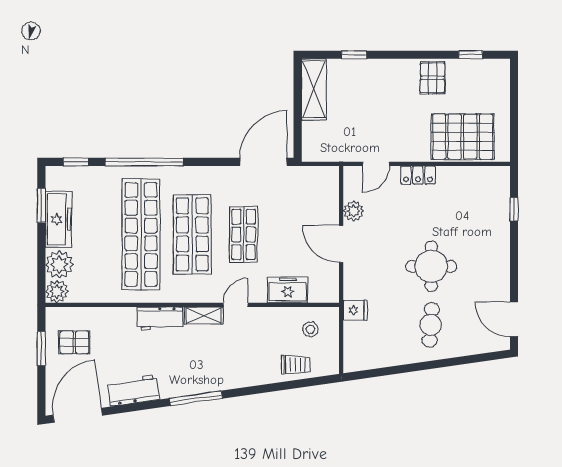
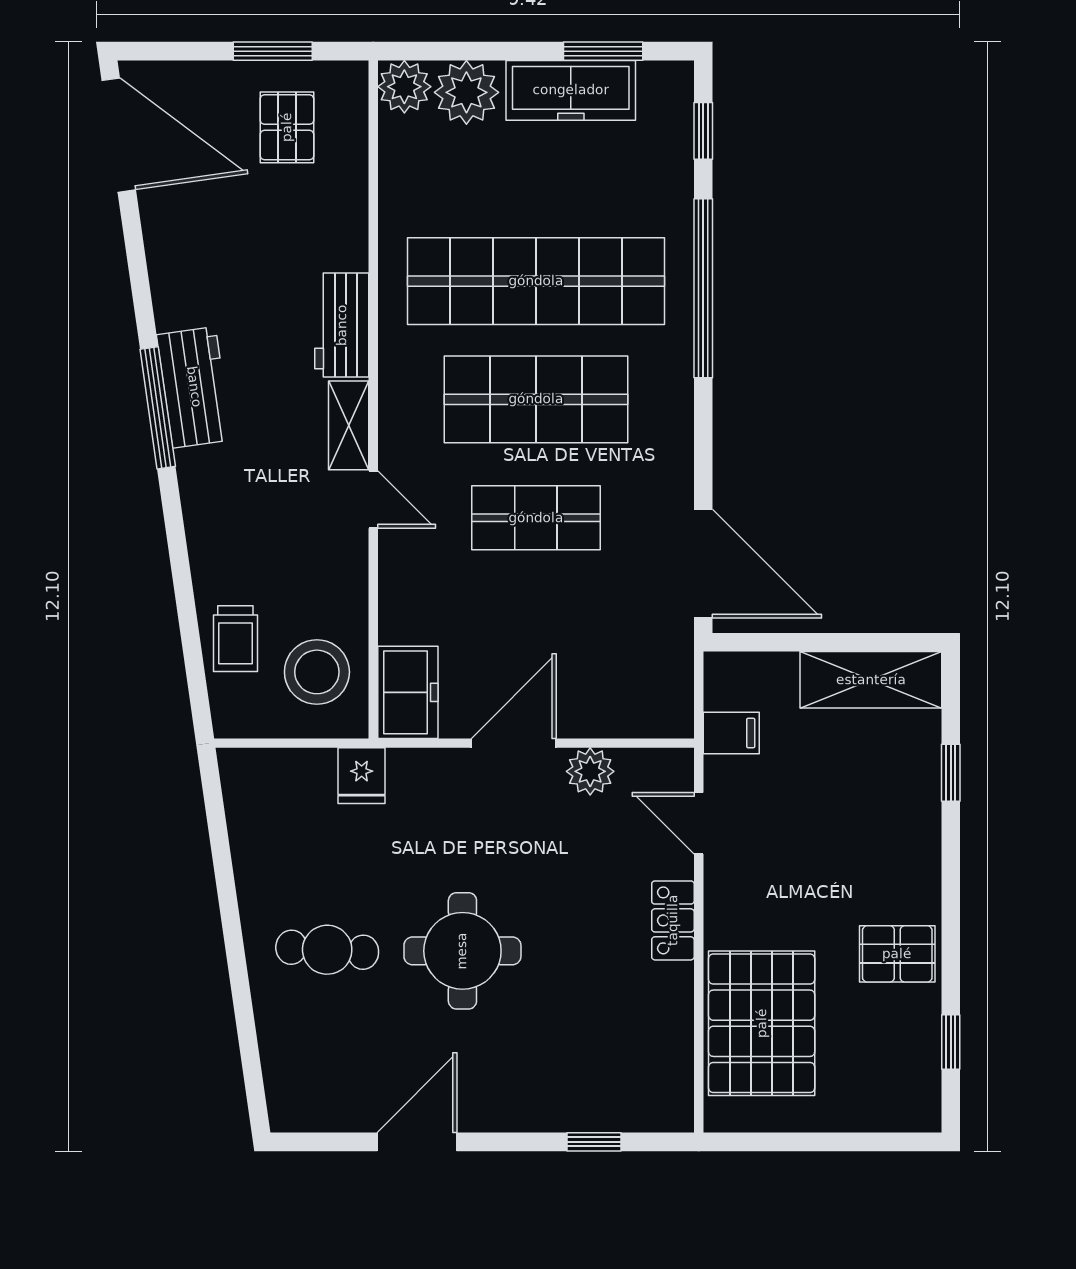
filing cabinet: (337, 150) -> (731, 733), added
freezer: (288, 290) -> (408, 692), moved
door: (514, 319) -> (417, 1142), moved
stool: (310, 329) -> (317, 672), width x1.89, depth x1.89
workbench: (133, 390) -> (194, 387), moved

